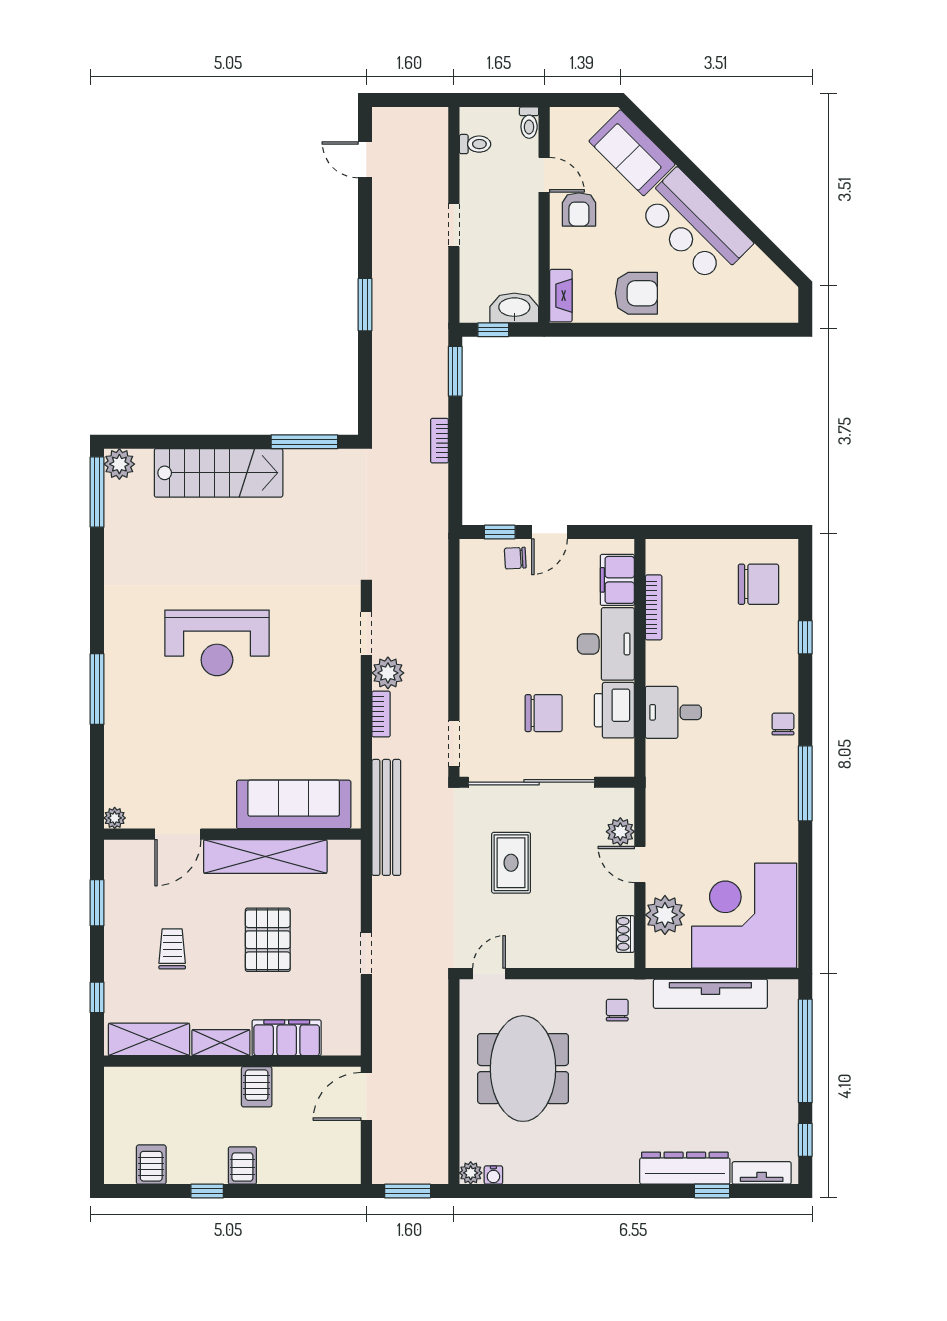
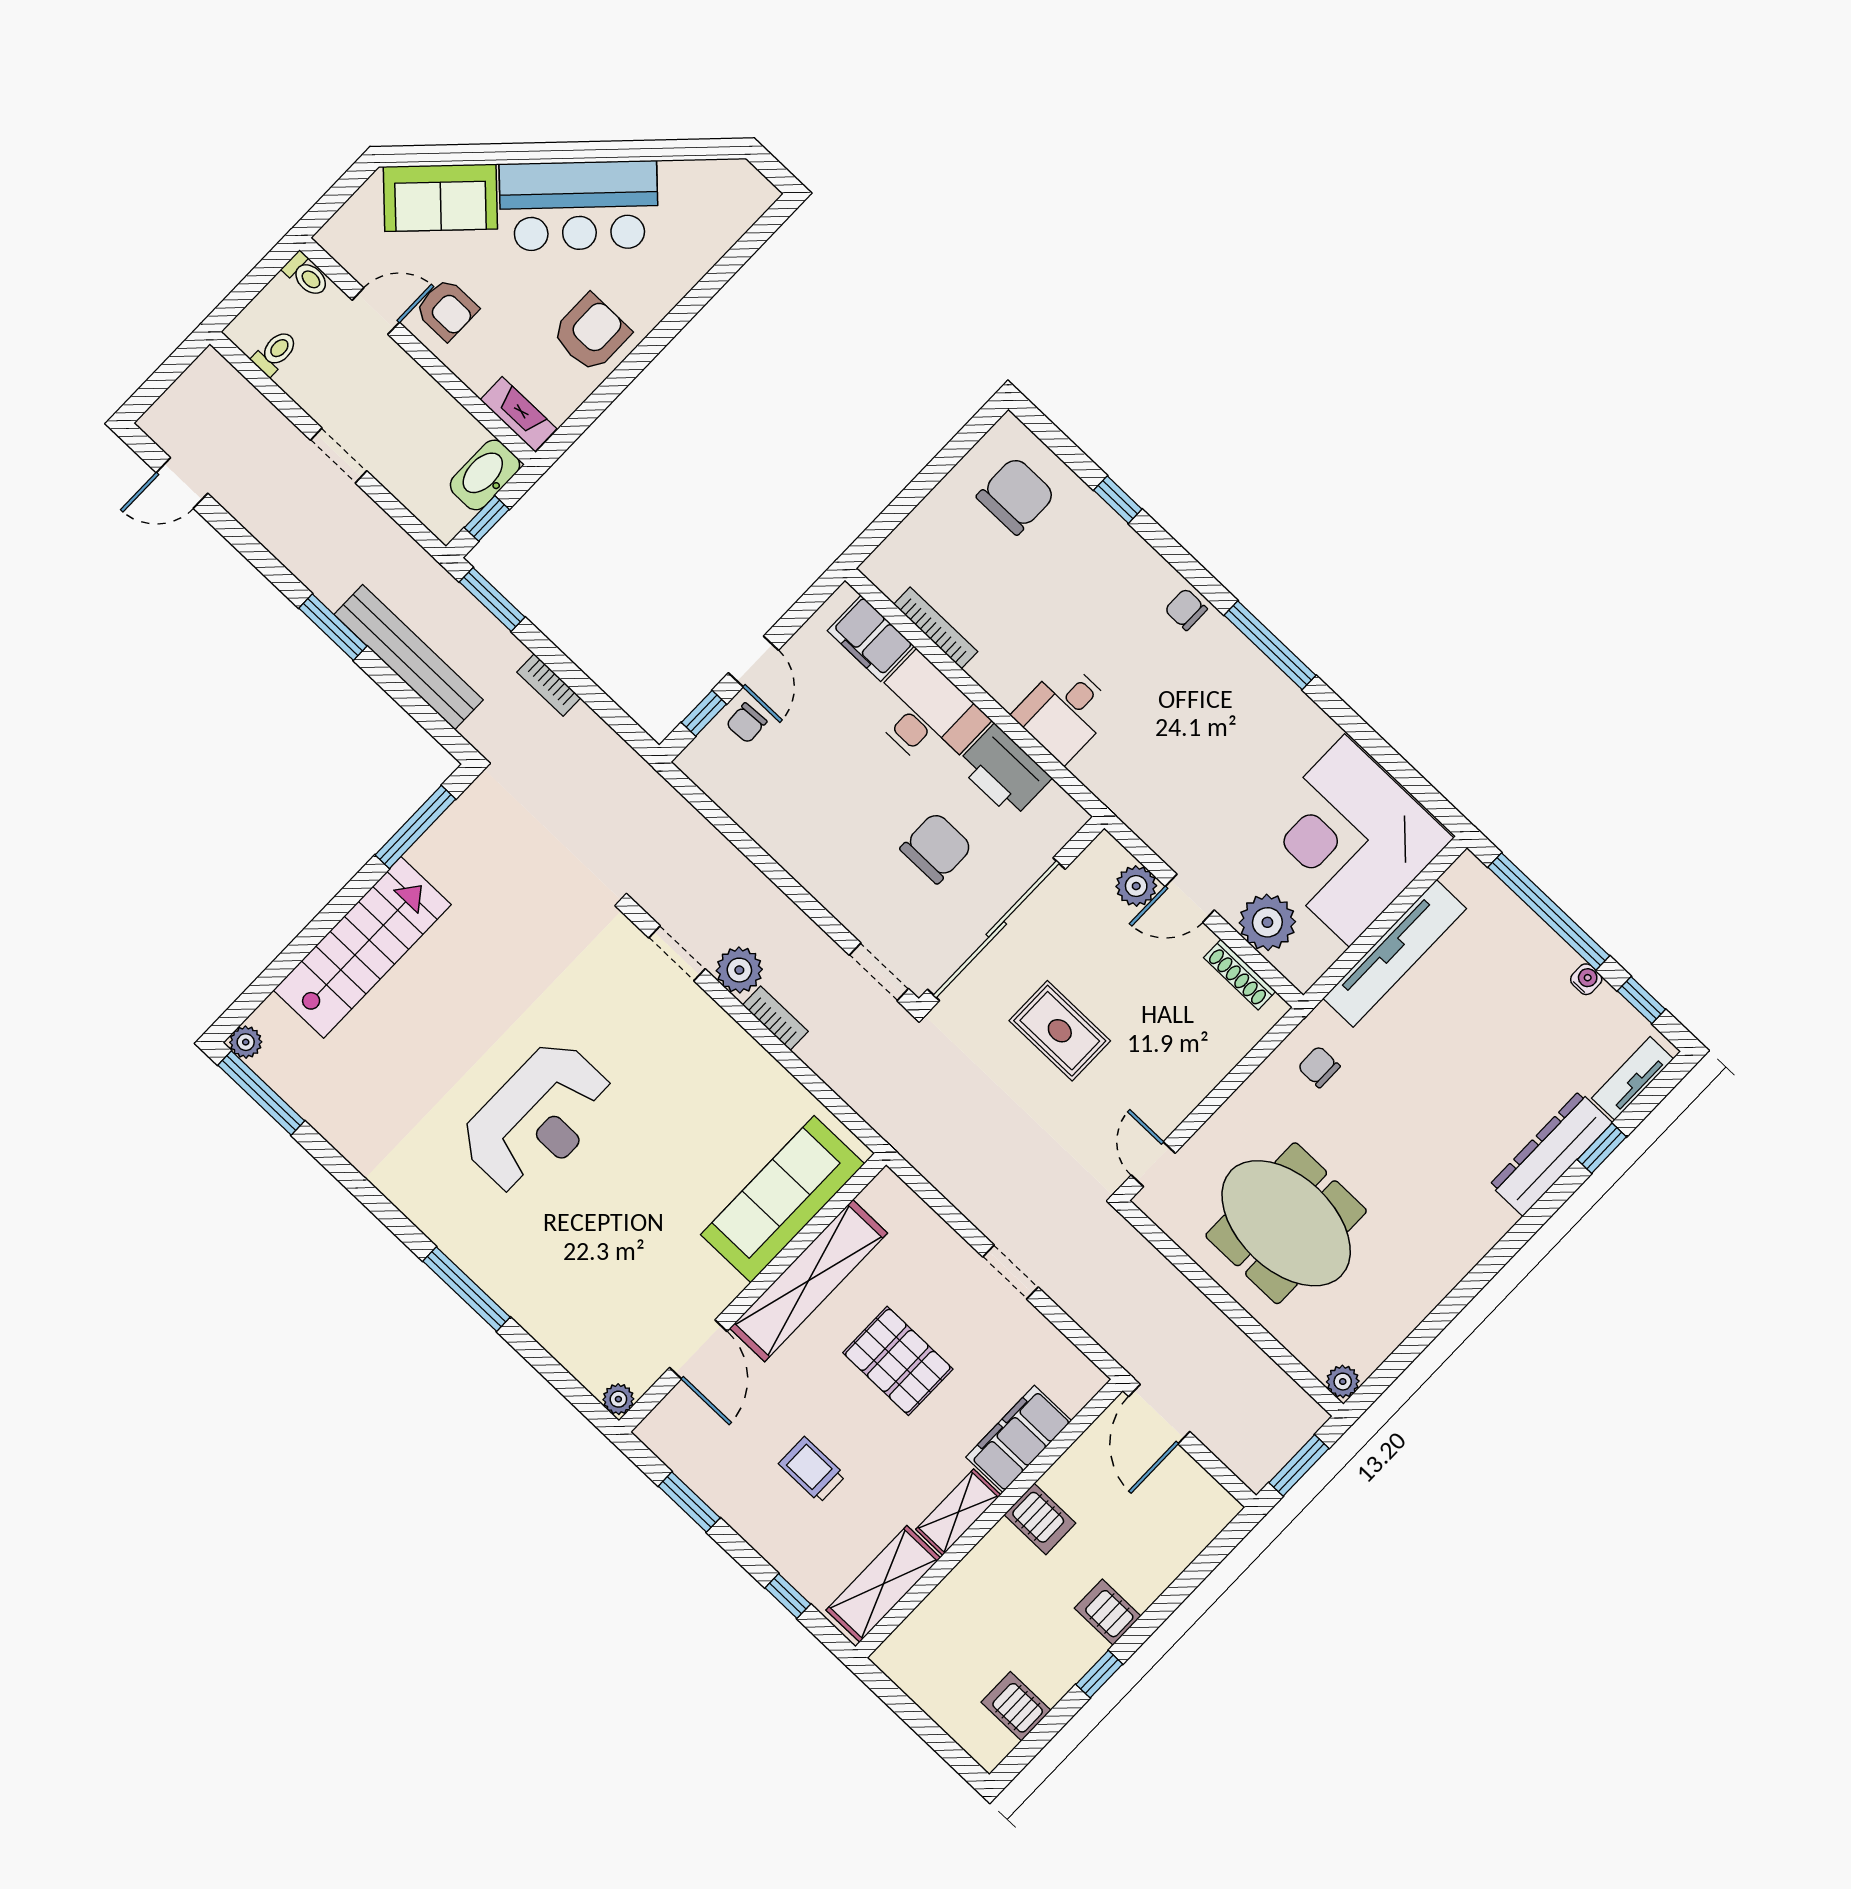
plant: (119, 464) -> (246, 1042), width x0.73, depth x0.73
bench: (386, 817) -> (409, 657), moved
shoe rack: (625, 934) -> (1240, 975), width x1.43
water cooler: (493, 1175) -> (1586, 979), moved, turned -90

